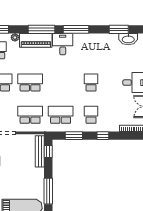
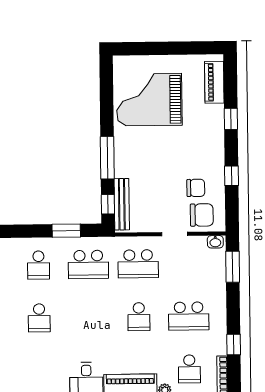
school desk: (30, 83) -> (139, 317), width x0.54
window: (103, 136) -> (19, 231), removed
window: (48, 191) -> (107, 158), moved

